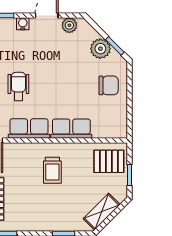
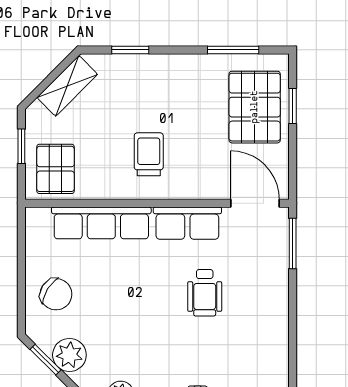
chair: (109, 85) -> (56, 294), turned -148
row of seats: (71, 129) -> (101, 223), width x1.48
pallet: (109, 161) -> (56, 169), turned 90

